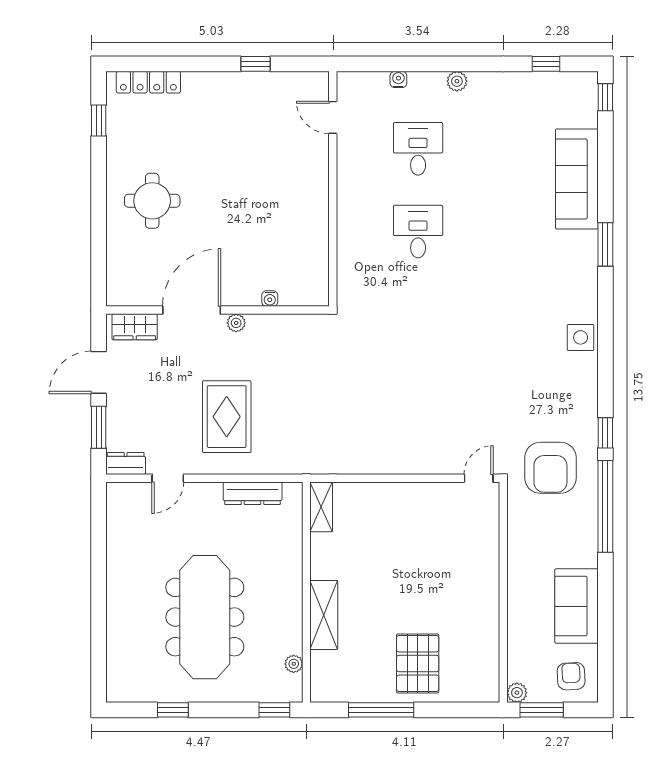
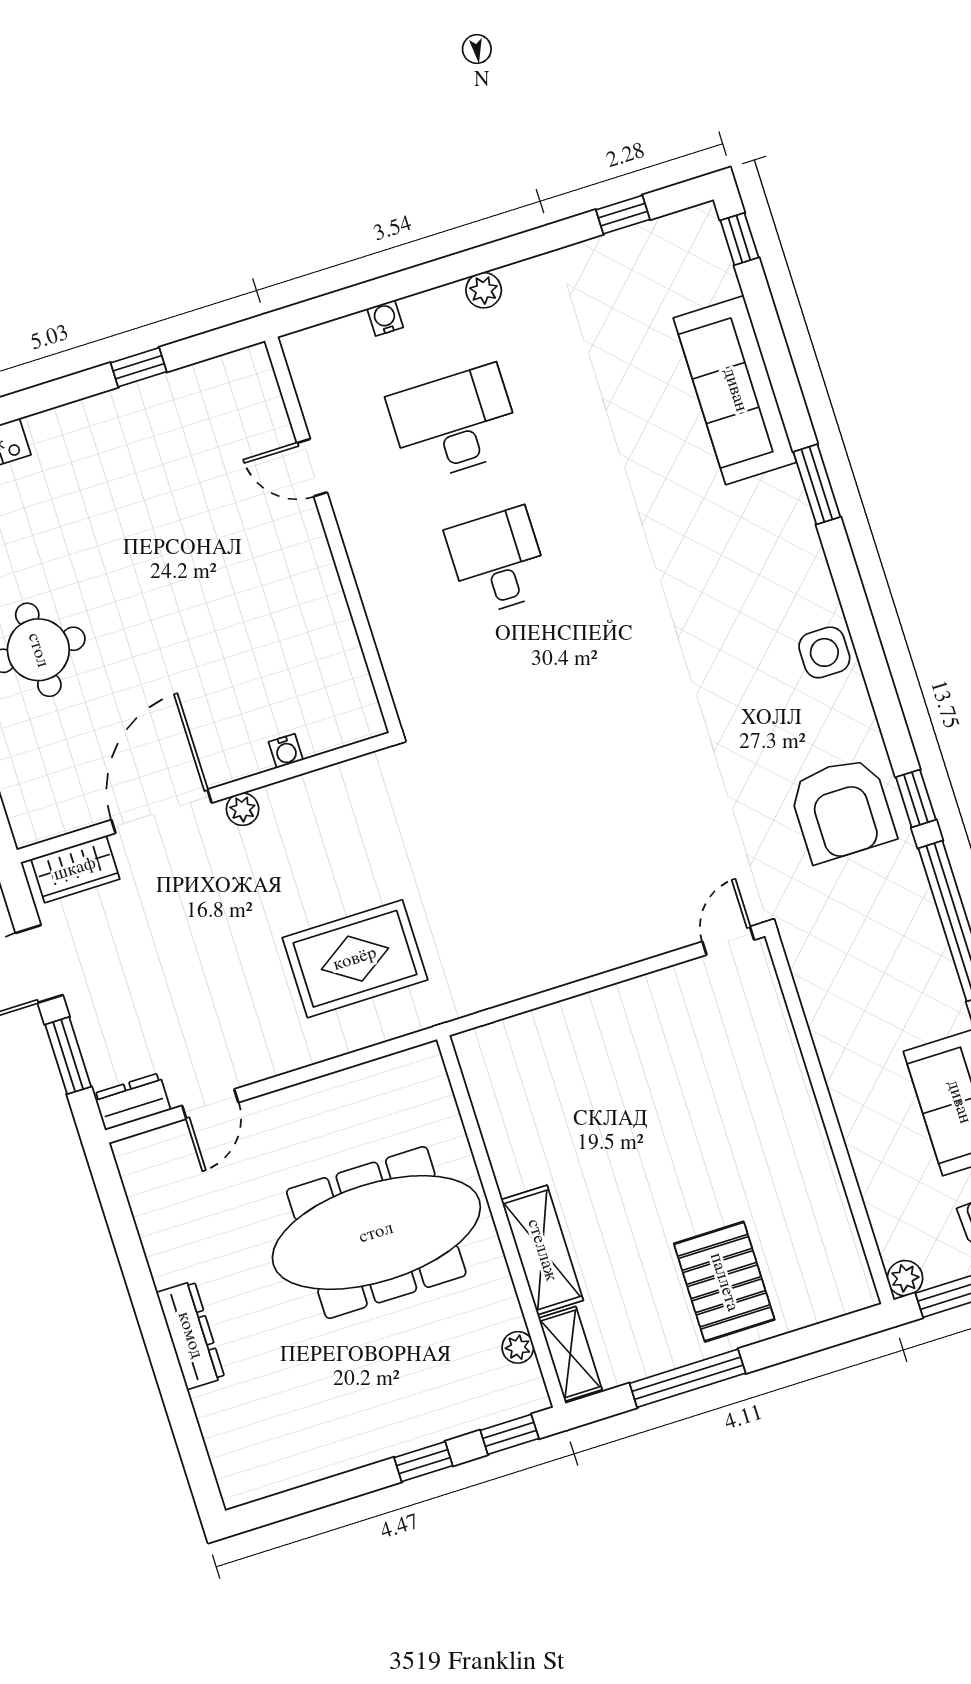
door: (333, 117) -> (312, 468), moved
desk: (418, 149) -> (454, 423), width x1.37
rug: (227, 417) -> (355, 959), moved, turned 90
armchair: (550, 468) -> (842, 810), moved
dresser: (253, 493) -> (190, 1335), moved, turned -90
shelving: (321, 507) -> (570, 1354), moved
meeting table: (205, 617) -> (376, 1233), moved, turned 90
window: (173, 710) -> (423, 1462), moved

